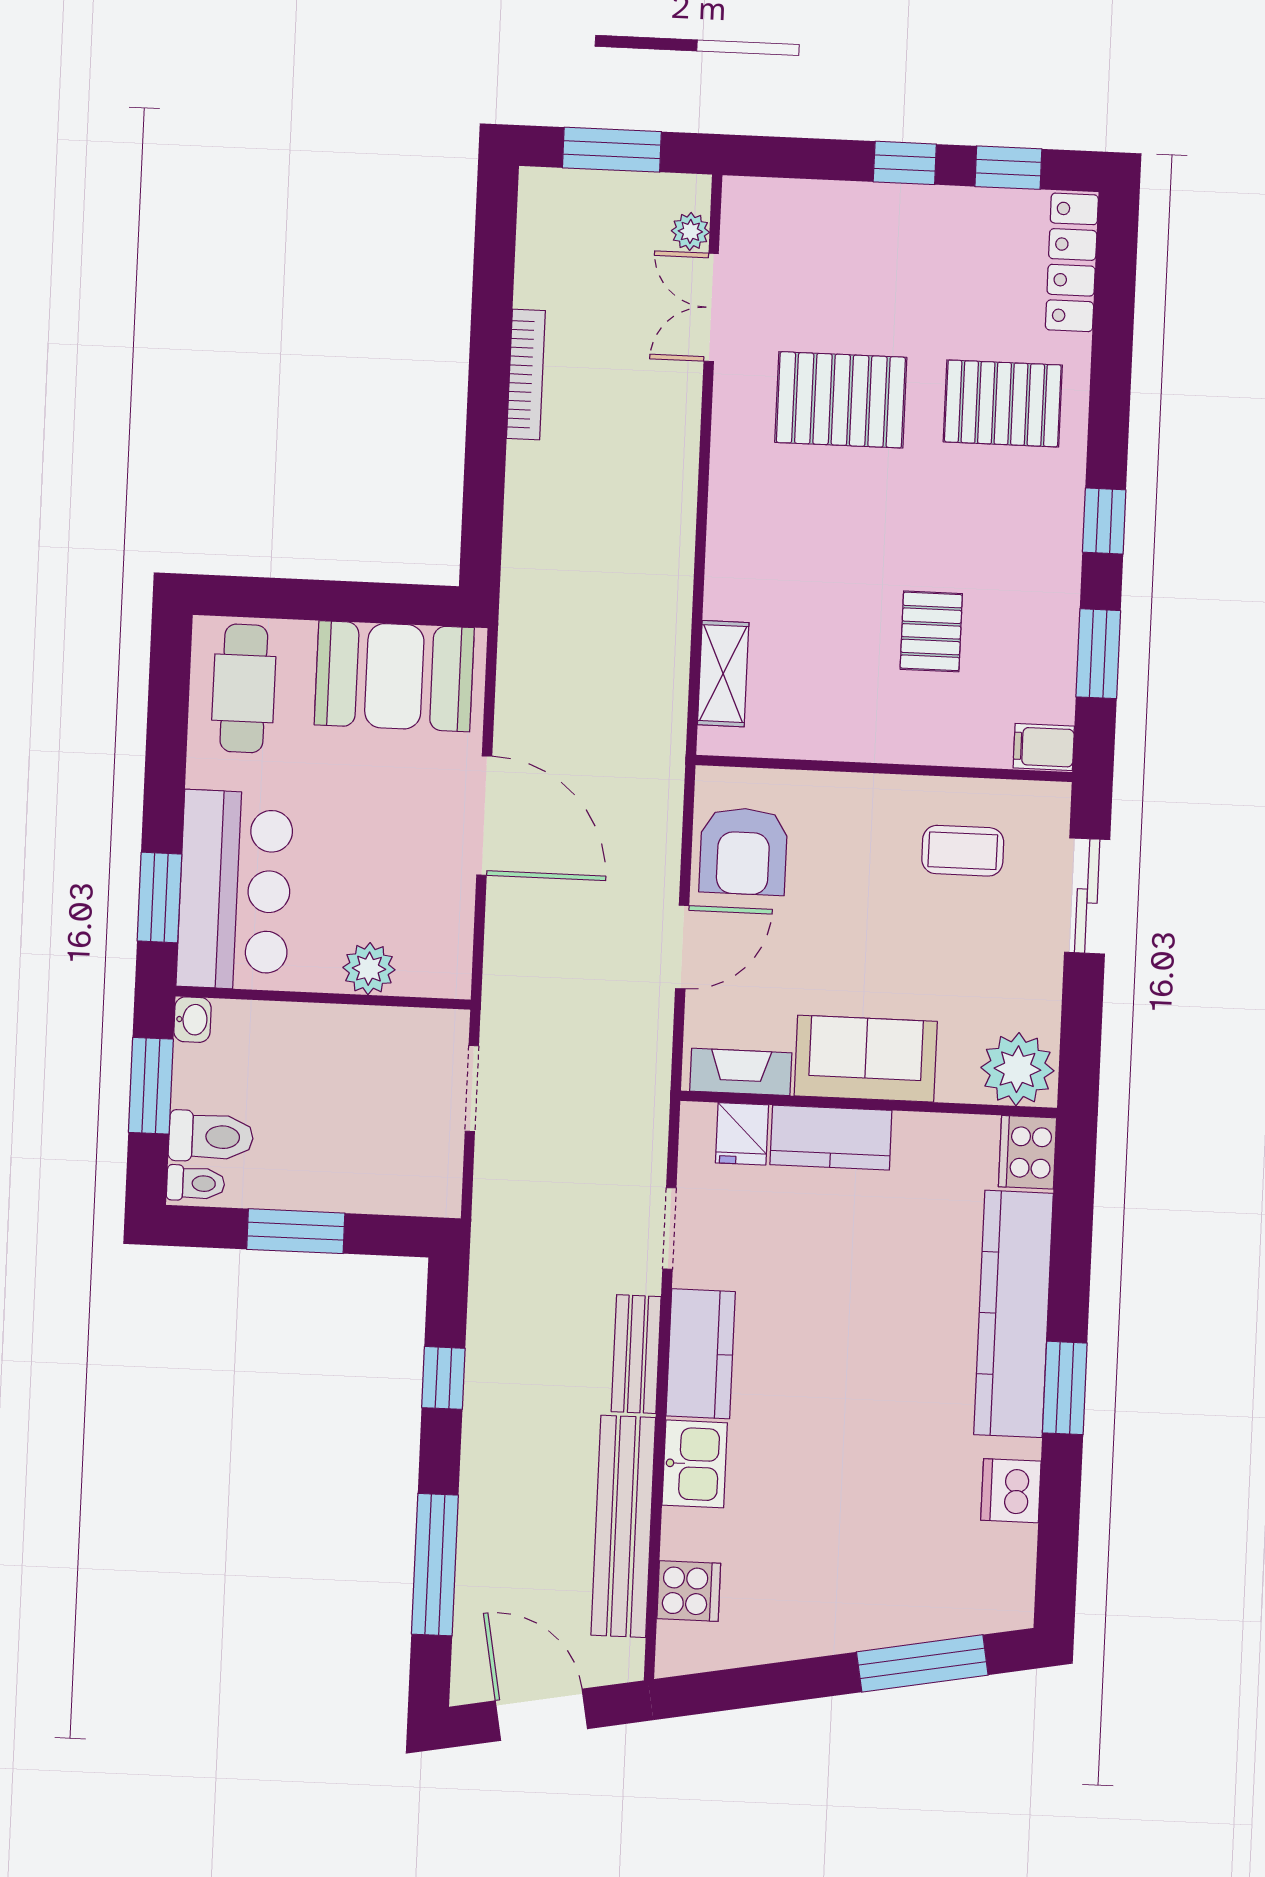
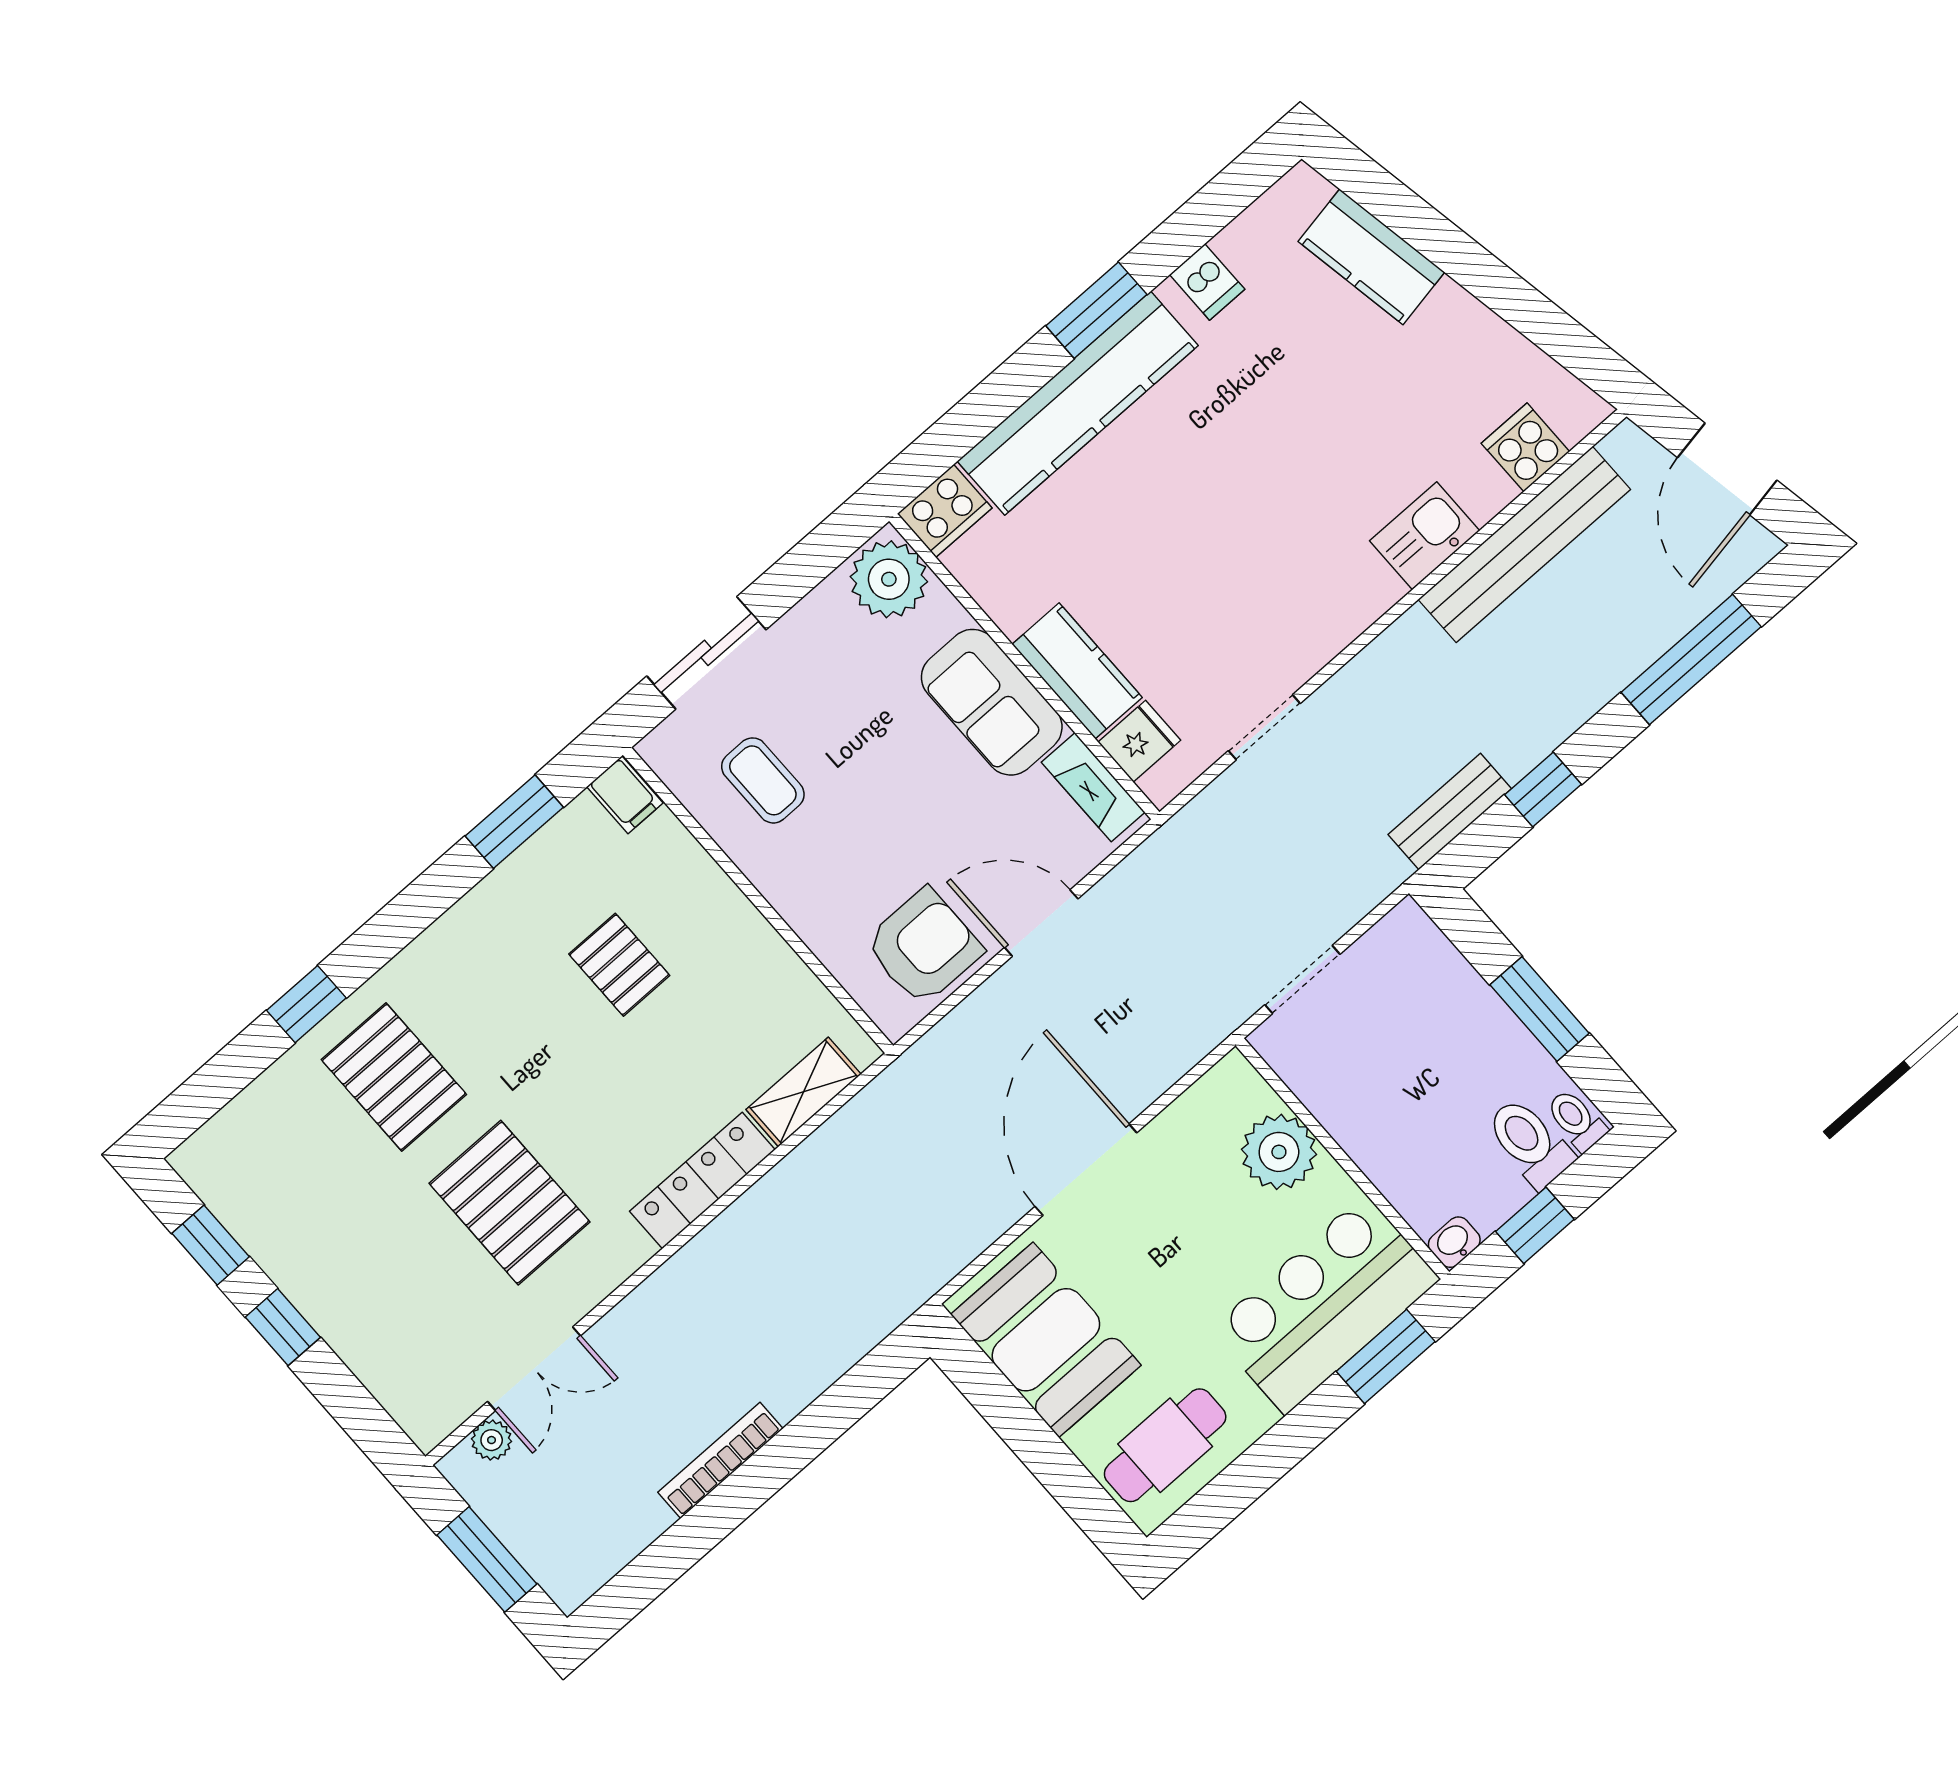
locker: (1072, 262) -> (702, 1181), moved, turned 180
window: (1104, 521) -> (306, 1004), moved
pallet: (931, 631) -> (619, 965), turned 90
plant: (369, 969) -> (1279, 1152), width x1.36, depth x1.36
window: (151, 1086) -> (1535, 1225), width x0.67
bench: (636, 1354) -> (1450, 812), moved
kitchen counter: (701, 1354) -> (1371, 257), moved, turned -100
dishwasher: (1011, 1491) -> (1207, 282), width x0.73
window: (922, 1663) -> (1410, 217), removed

